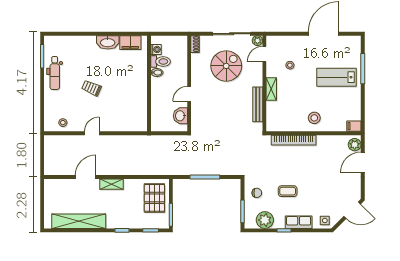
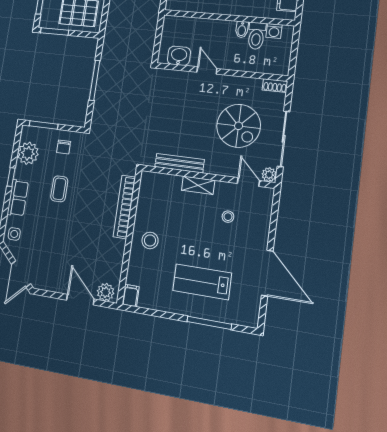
lab bench: (337, 77) -> (202, 282), turned -90

